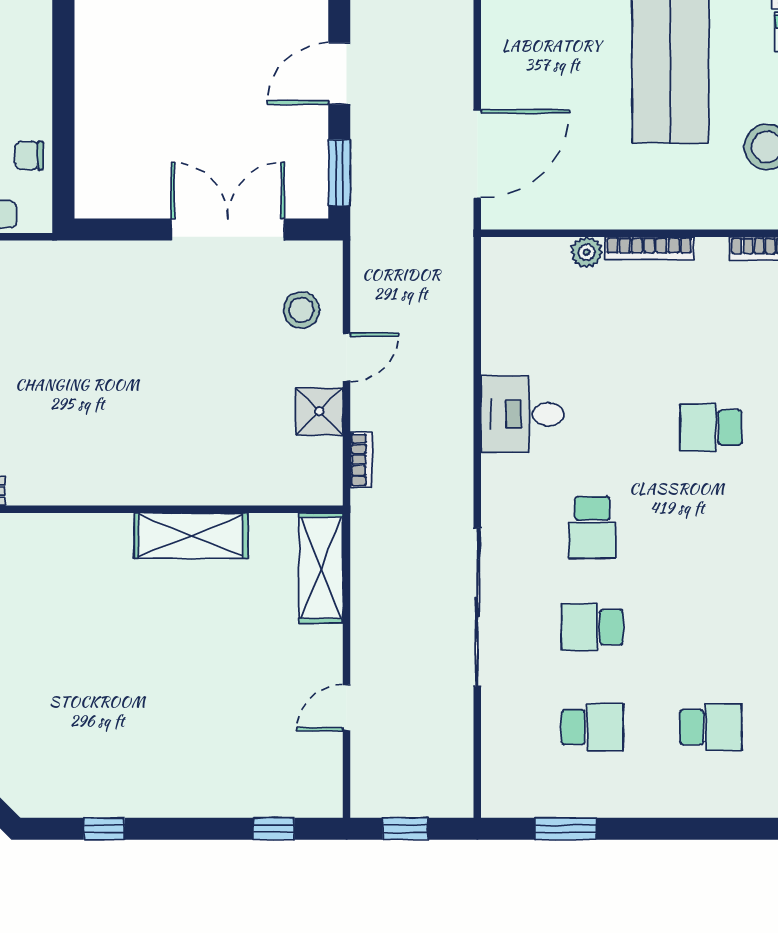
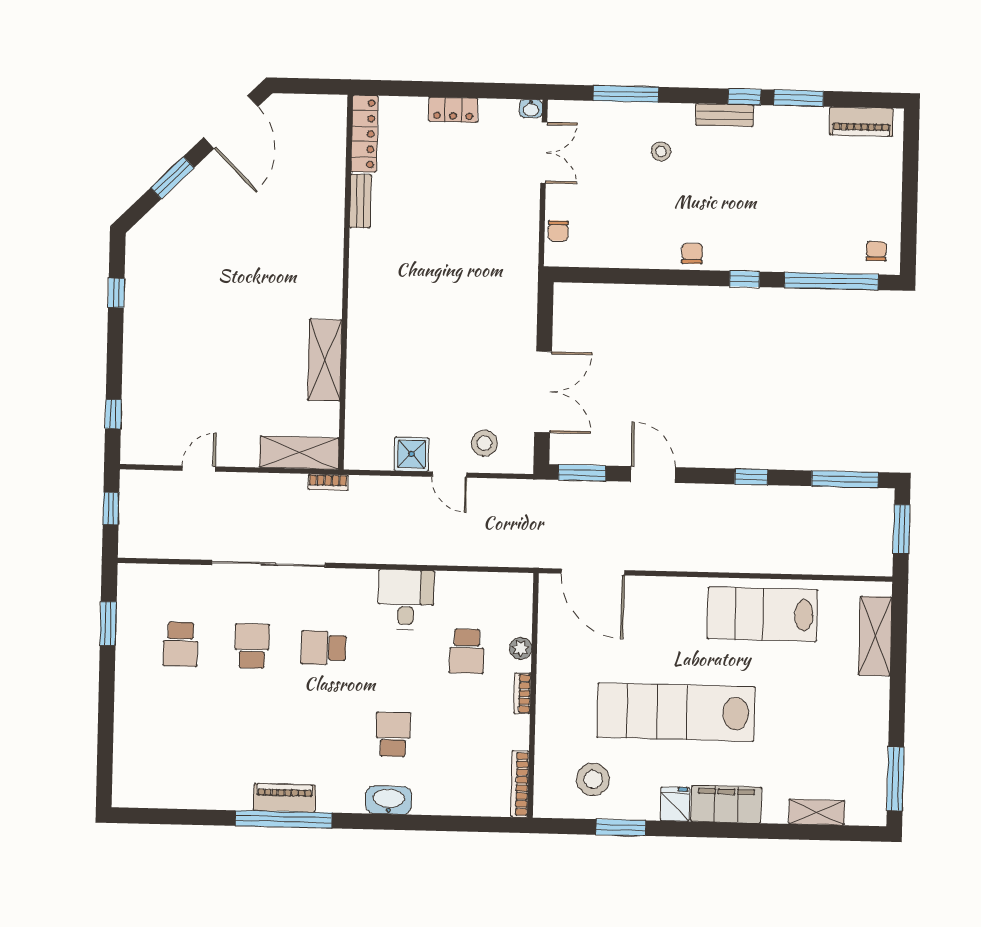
chair: (29, 155) -> (692, 253), moved
bookcase: (649, 248) -> (522, 693), width x0.64
bookcase: (361, 460) -> (328, 482), moved
door: (347, 708) -> (199, 469), hinge flipped
school desk: (711, 727) -> (467, 651), moved

